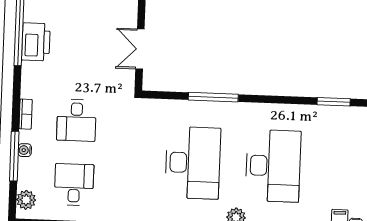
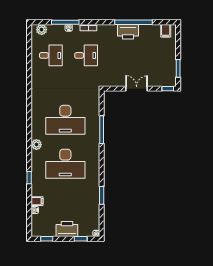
double door: (140, 49) -> (137, 89), moved
desk: (76, 120) -> (86, 55), turned 180

